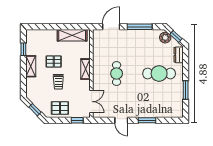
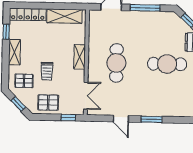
locker: (41, 34) -> (28, 14), added
plant: (165, 38) -> (175, 21), removed
pallet: (54, 62) -> (24, 81), moved
cafe table: (117, 74) -> (116, 63), width x1.37, depth x1.35

